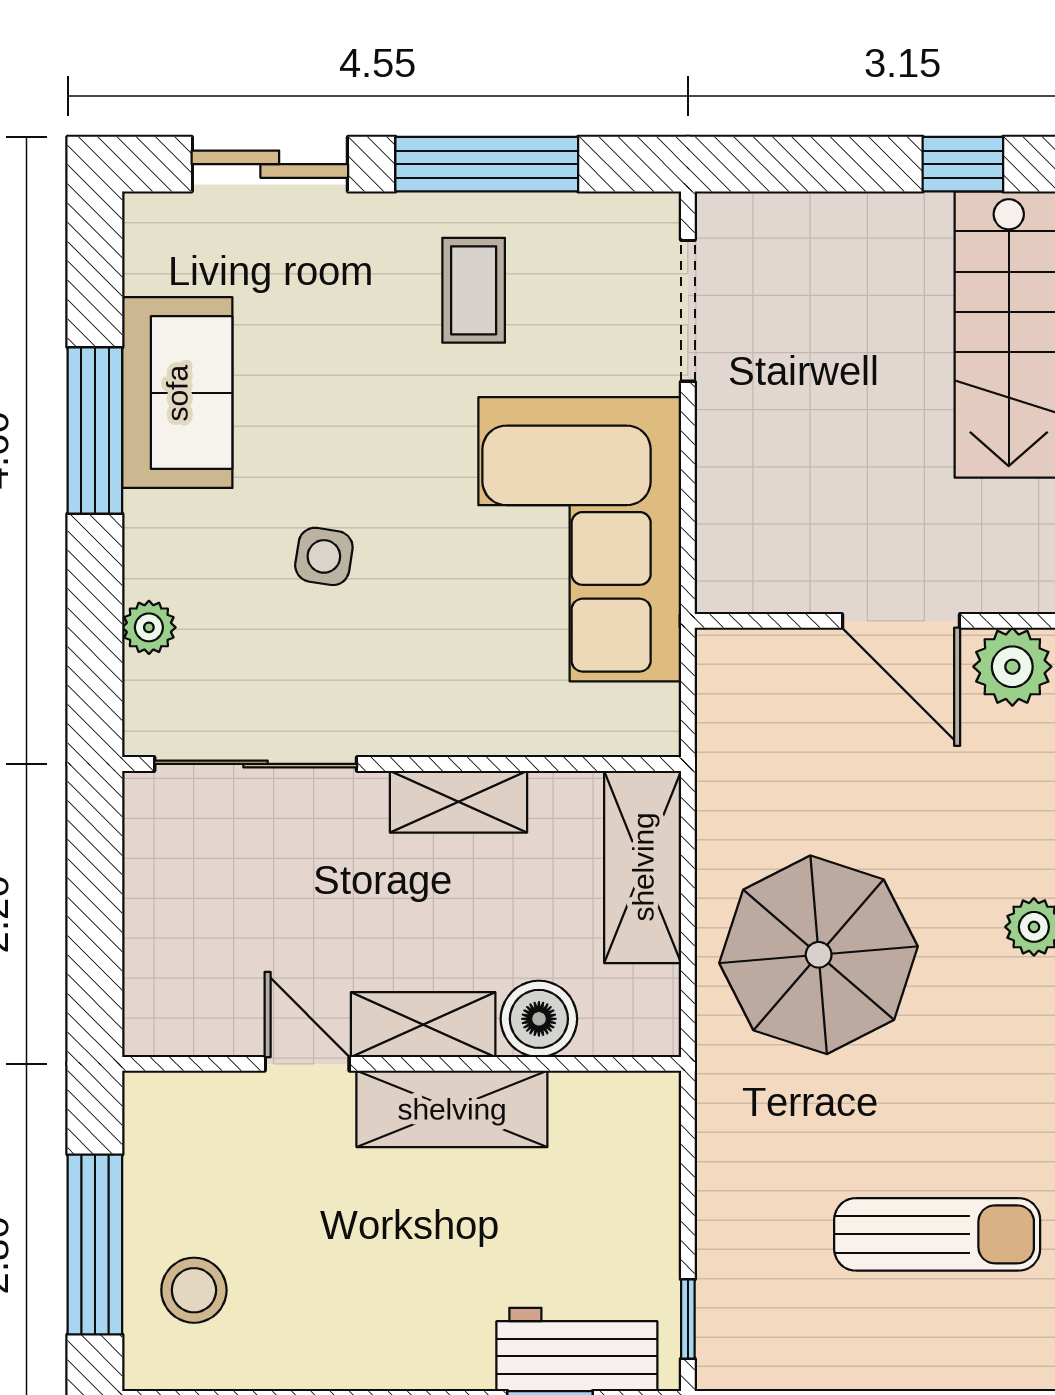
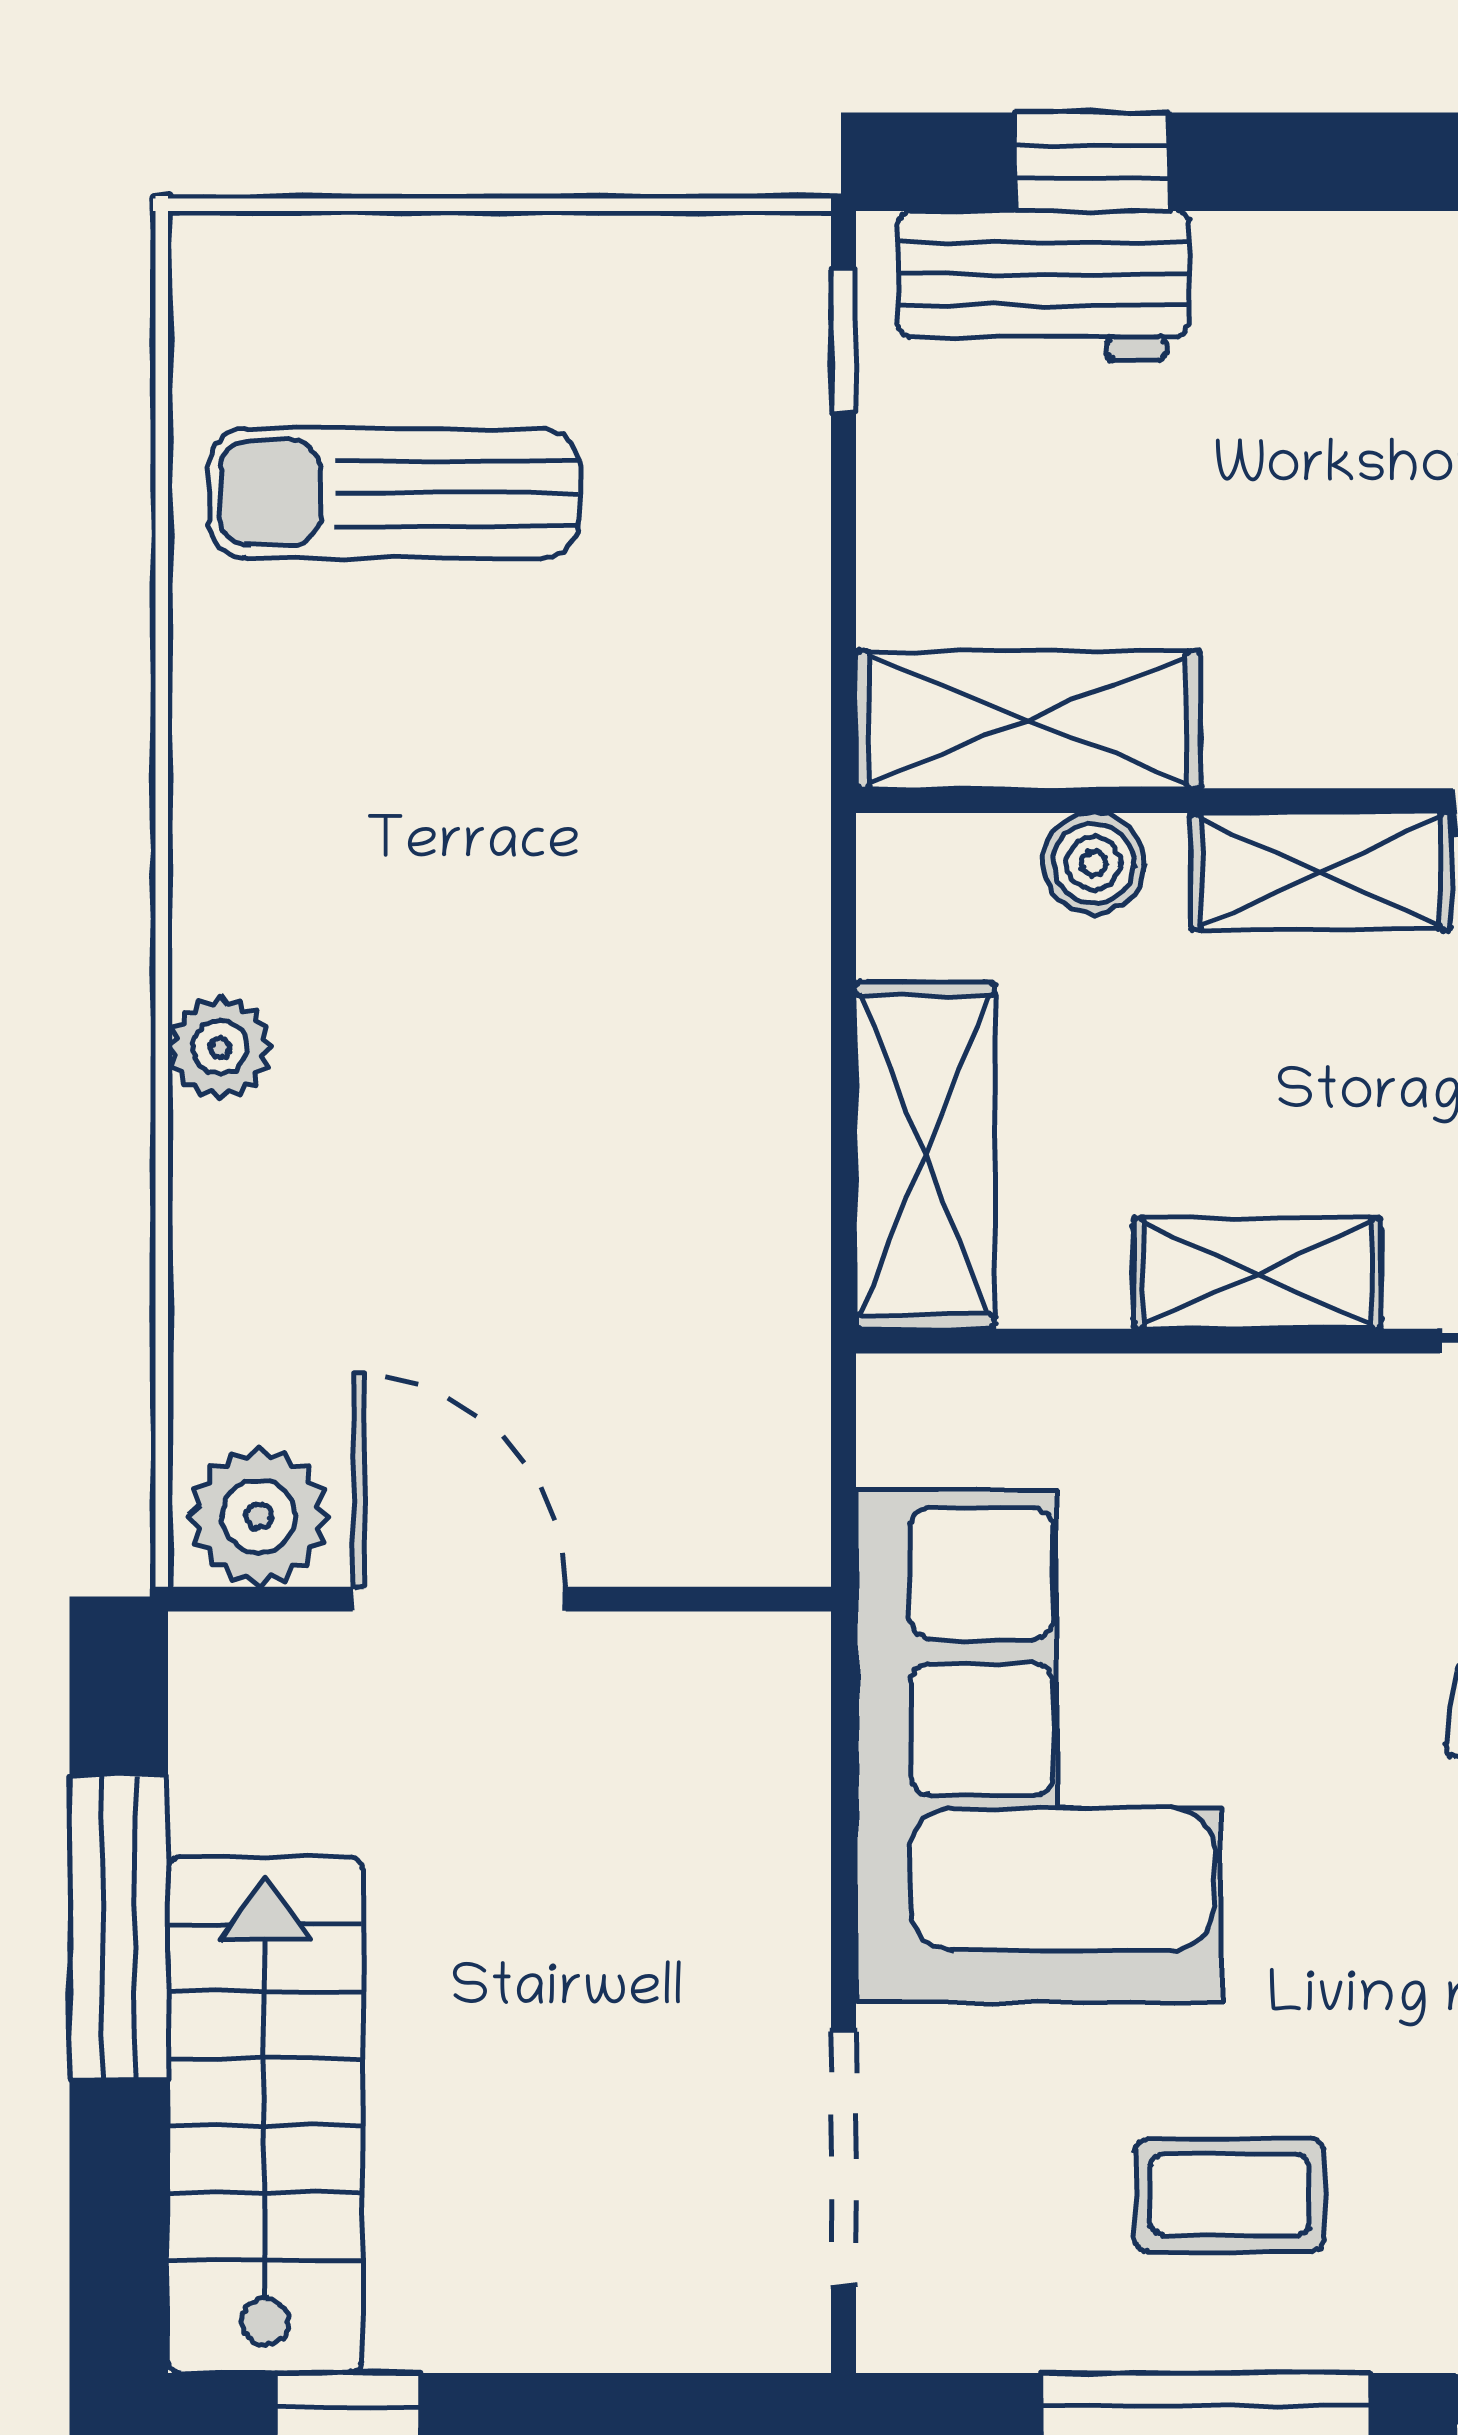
coffee table: (474, 290) -> (1230, 2195), turned 90
parasol: (819, 955) -> (608, 997), removed
boiler: (539, 1019) -> (1094, 863), width x0.73, depth x0.73
shelving: (452, 1109) -> (1028, 719), moved

